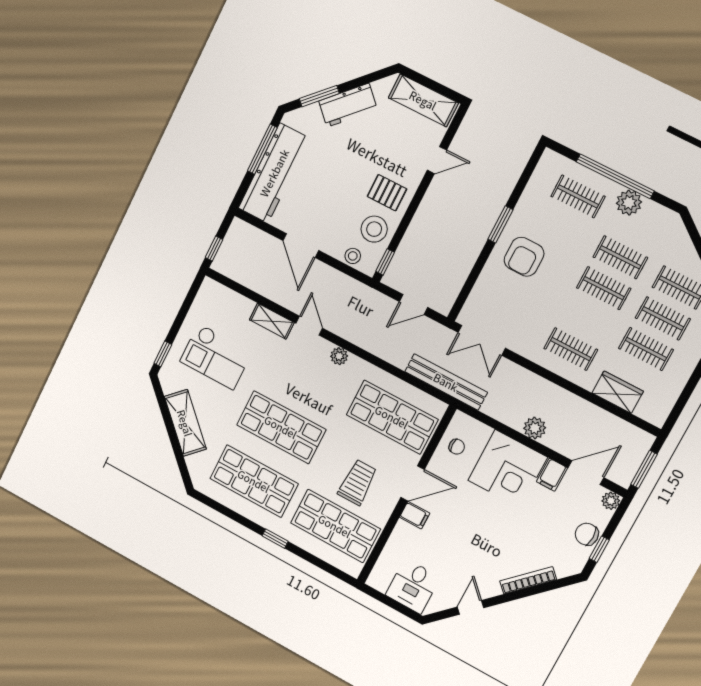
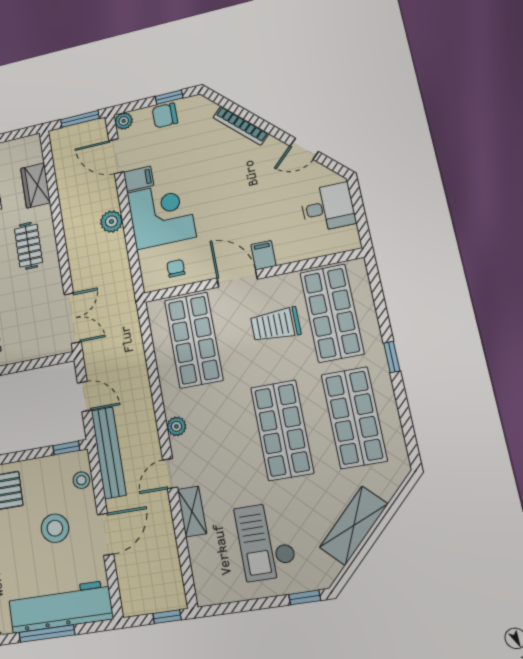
stool: (374, 229) -> (55, 528), moved
checkout: (216, 357) -> (266, 541), turned 180
bench: (446, 382) -> (109, 453), moved
chair: (587, 534) -> (165, 115), turned 90

